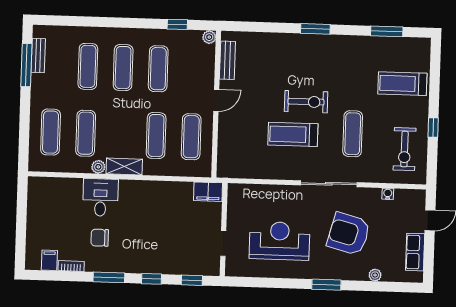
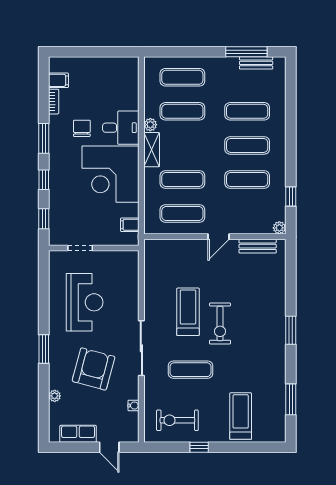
door: (216, 100) -> (218, 237), hinge flipped
filing cabinet: (208, 192) -> (130, 225), width x0.50
corner desk: (148, 210) -> (111, 174), added

